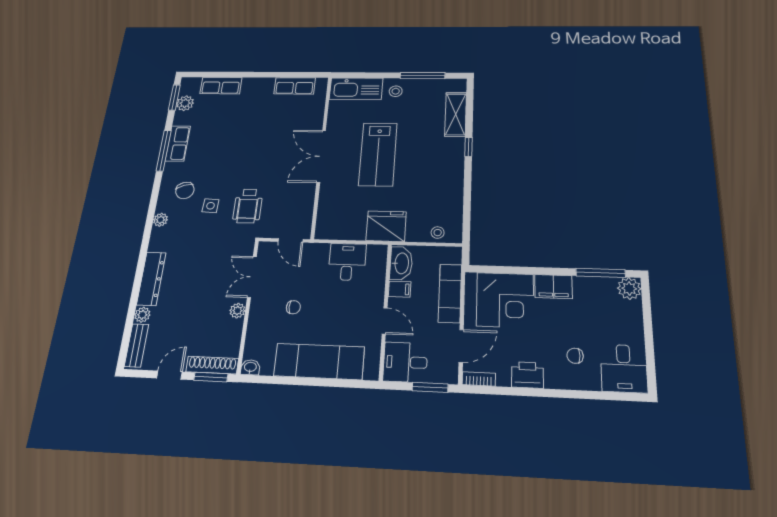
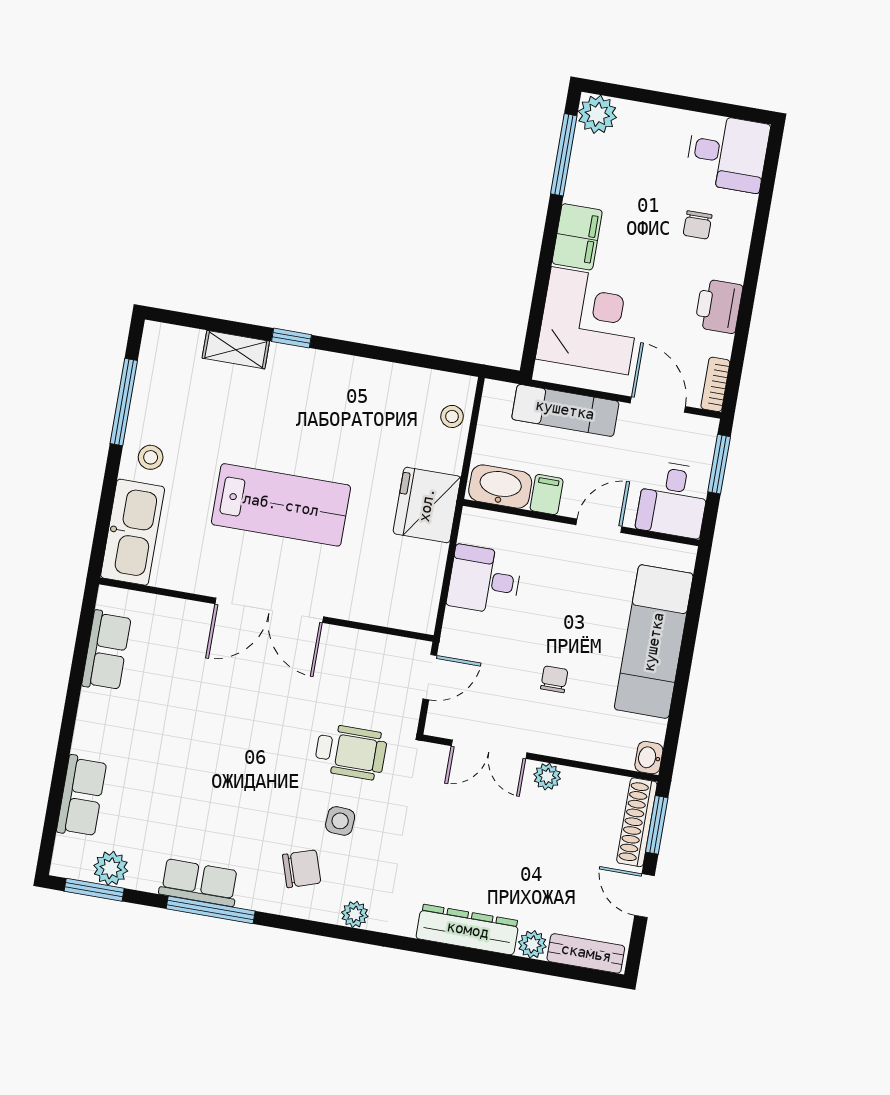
shelving: (456, 114) -> (236, 350), width x0.67, depth x0.75

